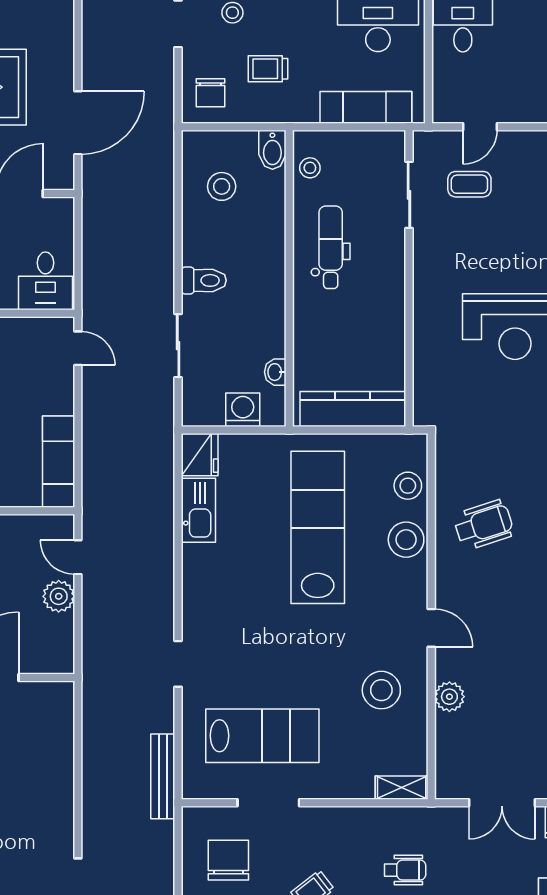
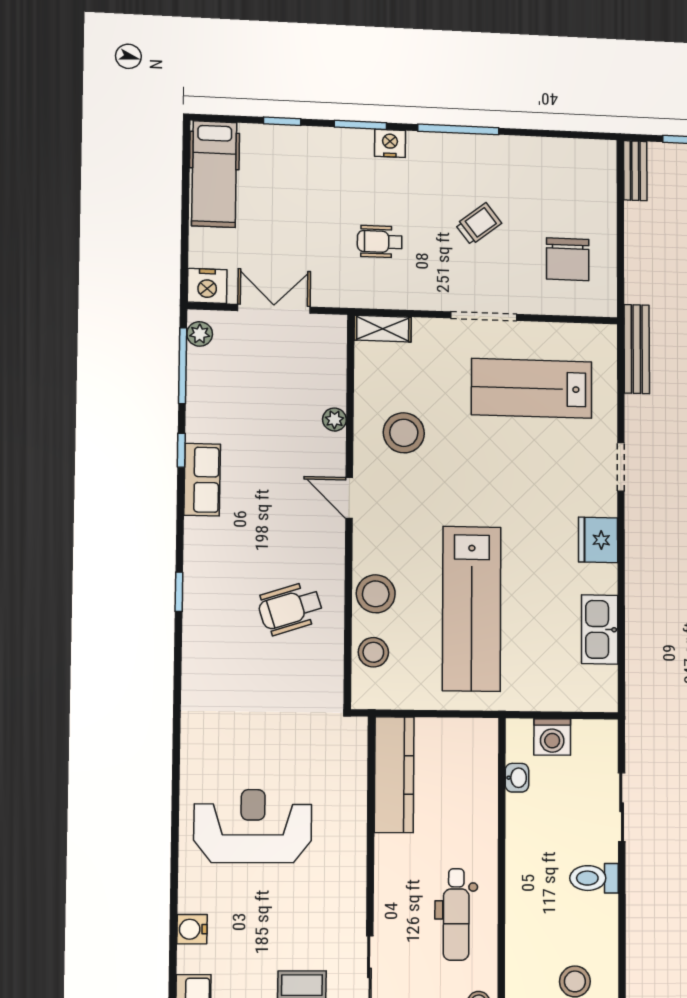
kitchen counter: (353, 409) -> (394, 775), moved, turned -90
fridge: (200, 455) -> (598, 540), moved
plant: (449, 697) -> (334, 420), width x0.73, depth x0.73
doorway: (268, 803) -> (484, 316), moved

